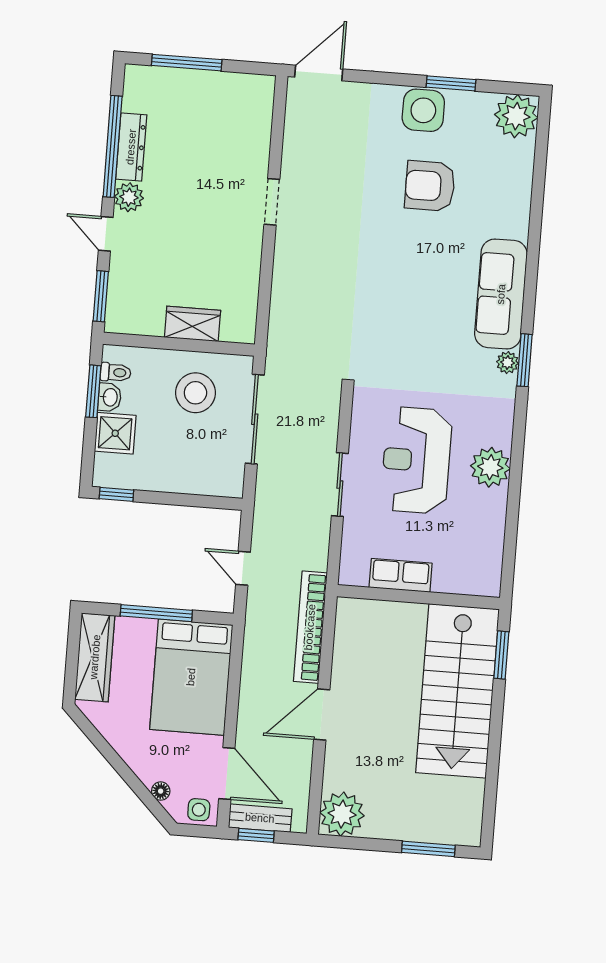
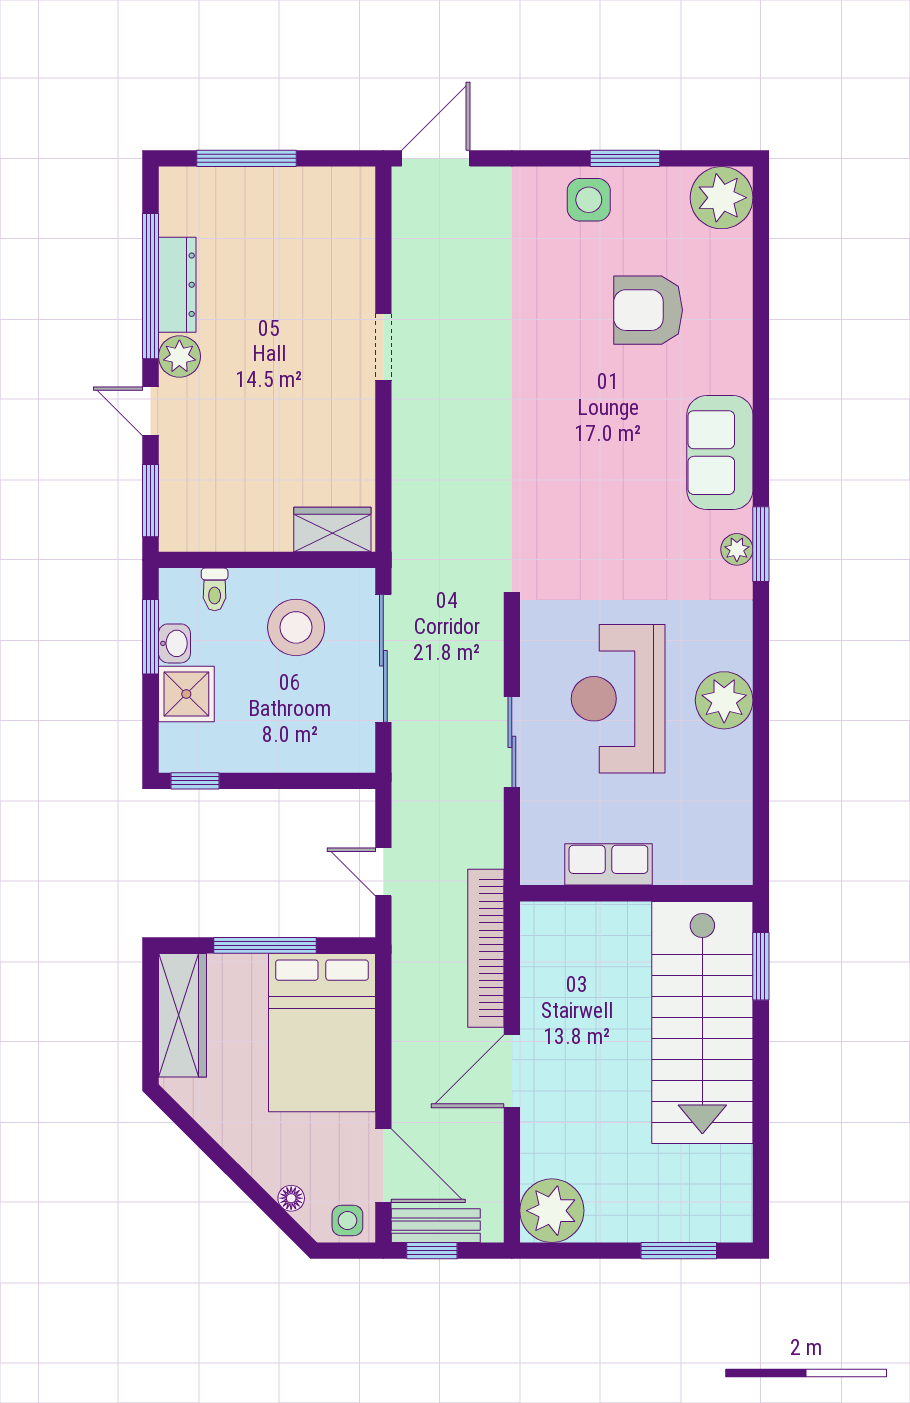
side table: (423, 110) -> (589, 200), width x0.73, depth x0.73
armchair: (430, 186) -> (648, 310), moved
sofa: (501, 294) -> (720, 453), width x0.73
wardrobe: (193, 324) -> (332, 530), moved
toilet: (116, 372) -> (215, 589), moved, turned 90

